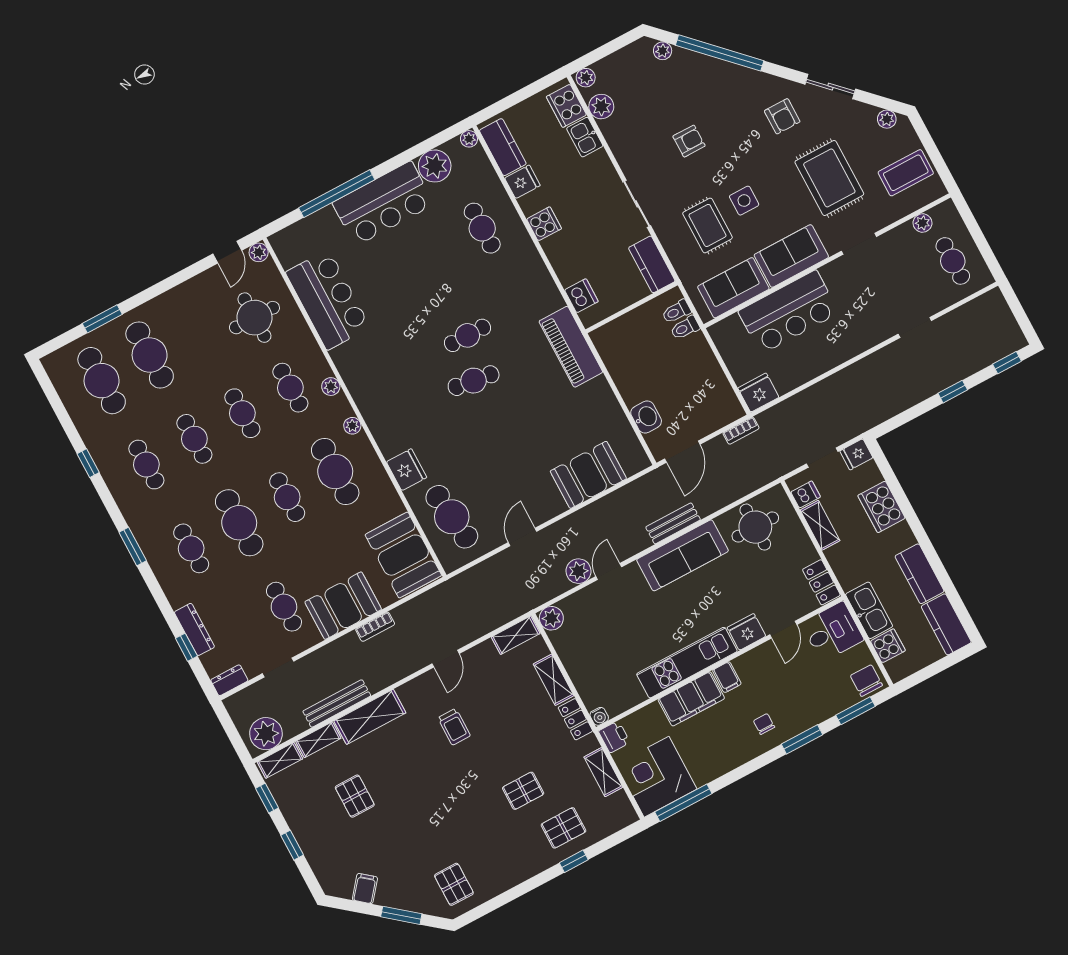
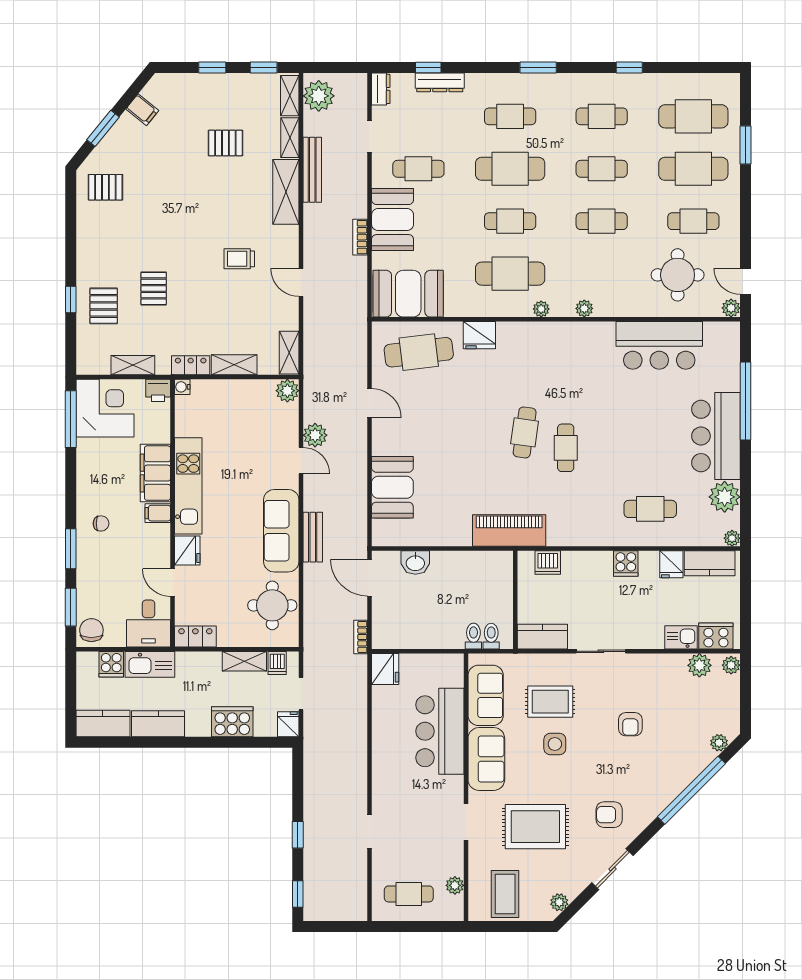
cafe table: (290, 388) -> (693, 221), moved
chair: (866, 681) -> (91, 630), turned -90

